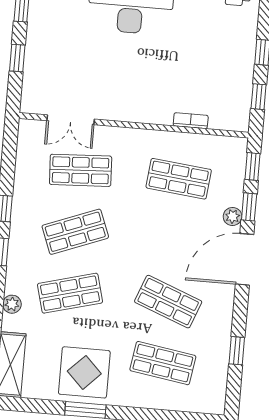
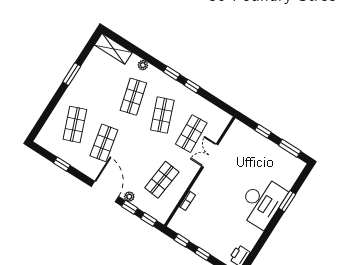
double door: (71, 120) -> (210, 156), moved
shop shelf: (168, 302) -> (104, 143), turned -33
shop shelf: (163, 363) -> (75, 124), turned -30
display table: (84, 372) -> (91, 83), removed

